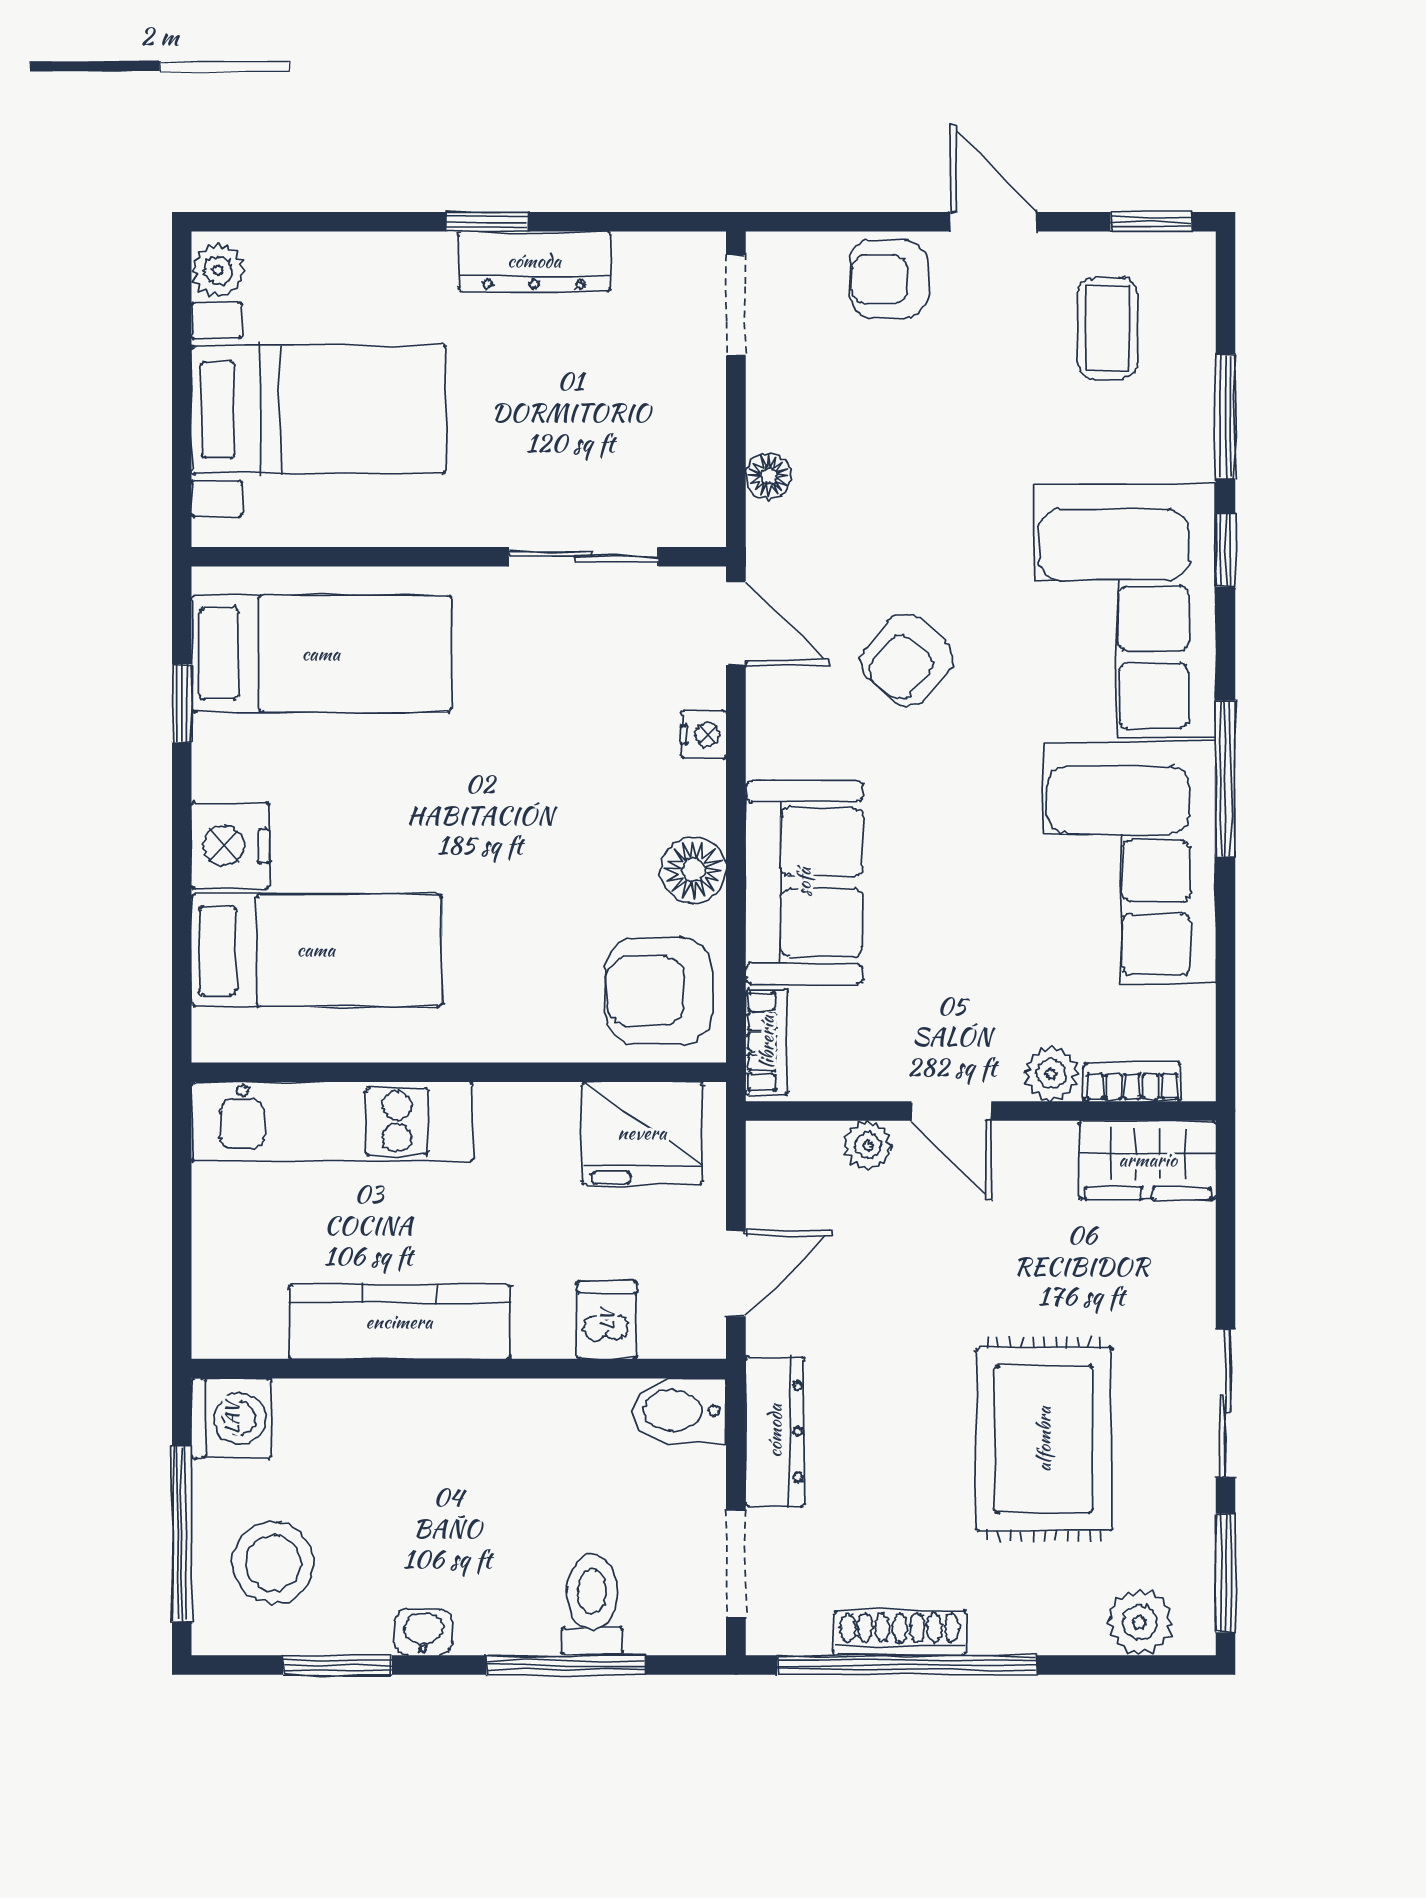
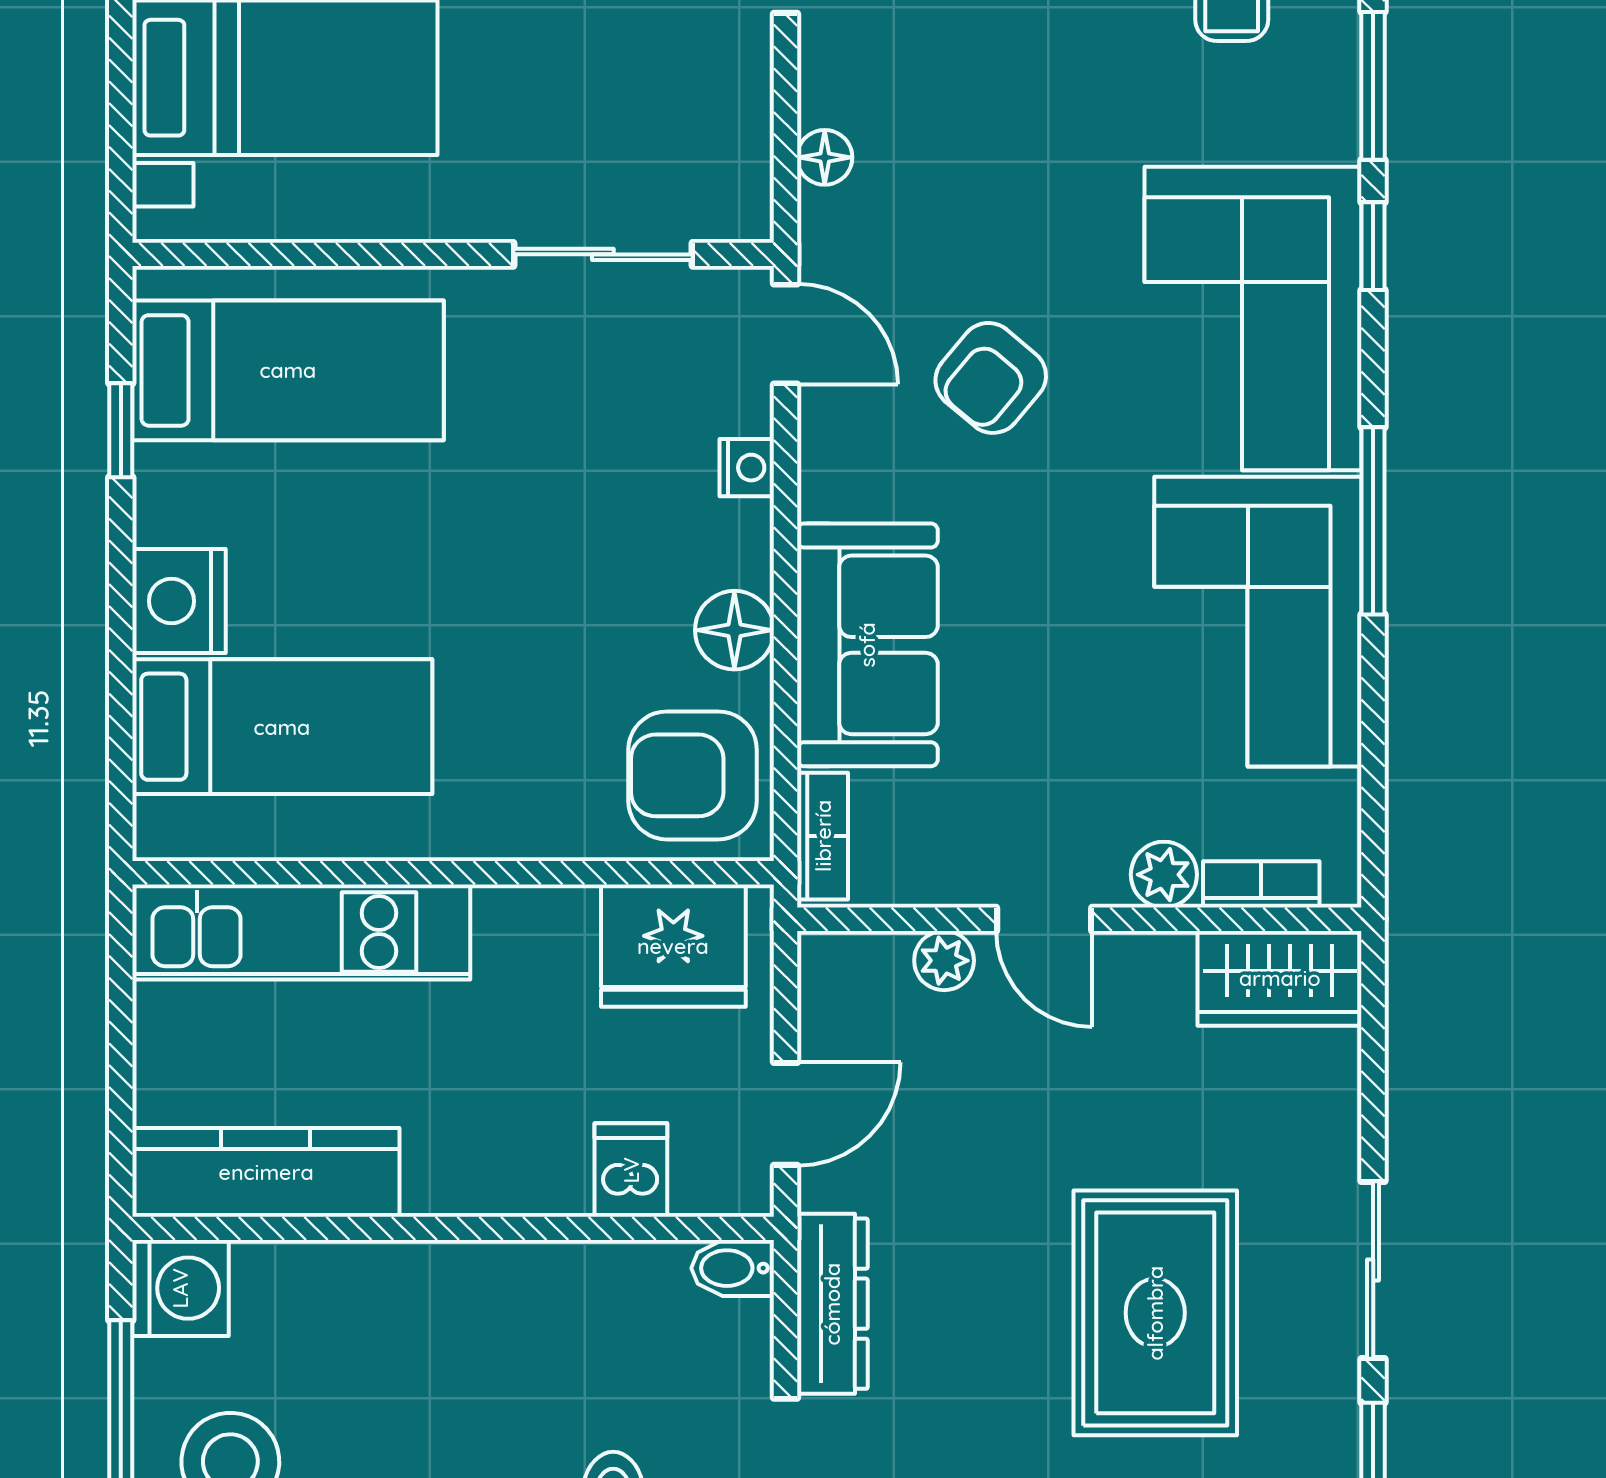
kitchen counter: (399, 1322) -> (266, 1172), moved
bidet: (679, 1411) -> (733, 1268), width x0.72, depth x0.74

